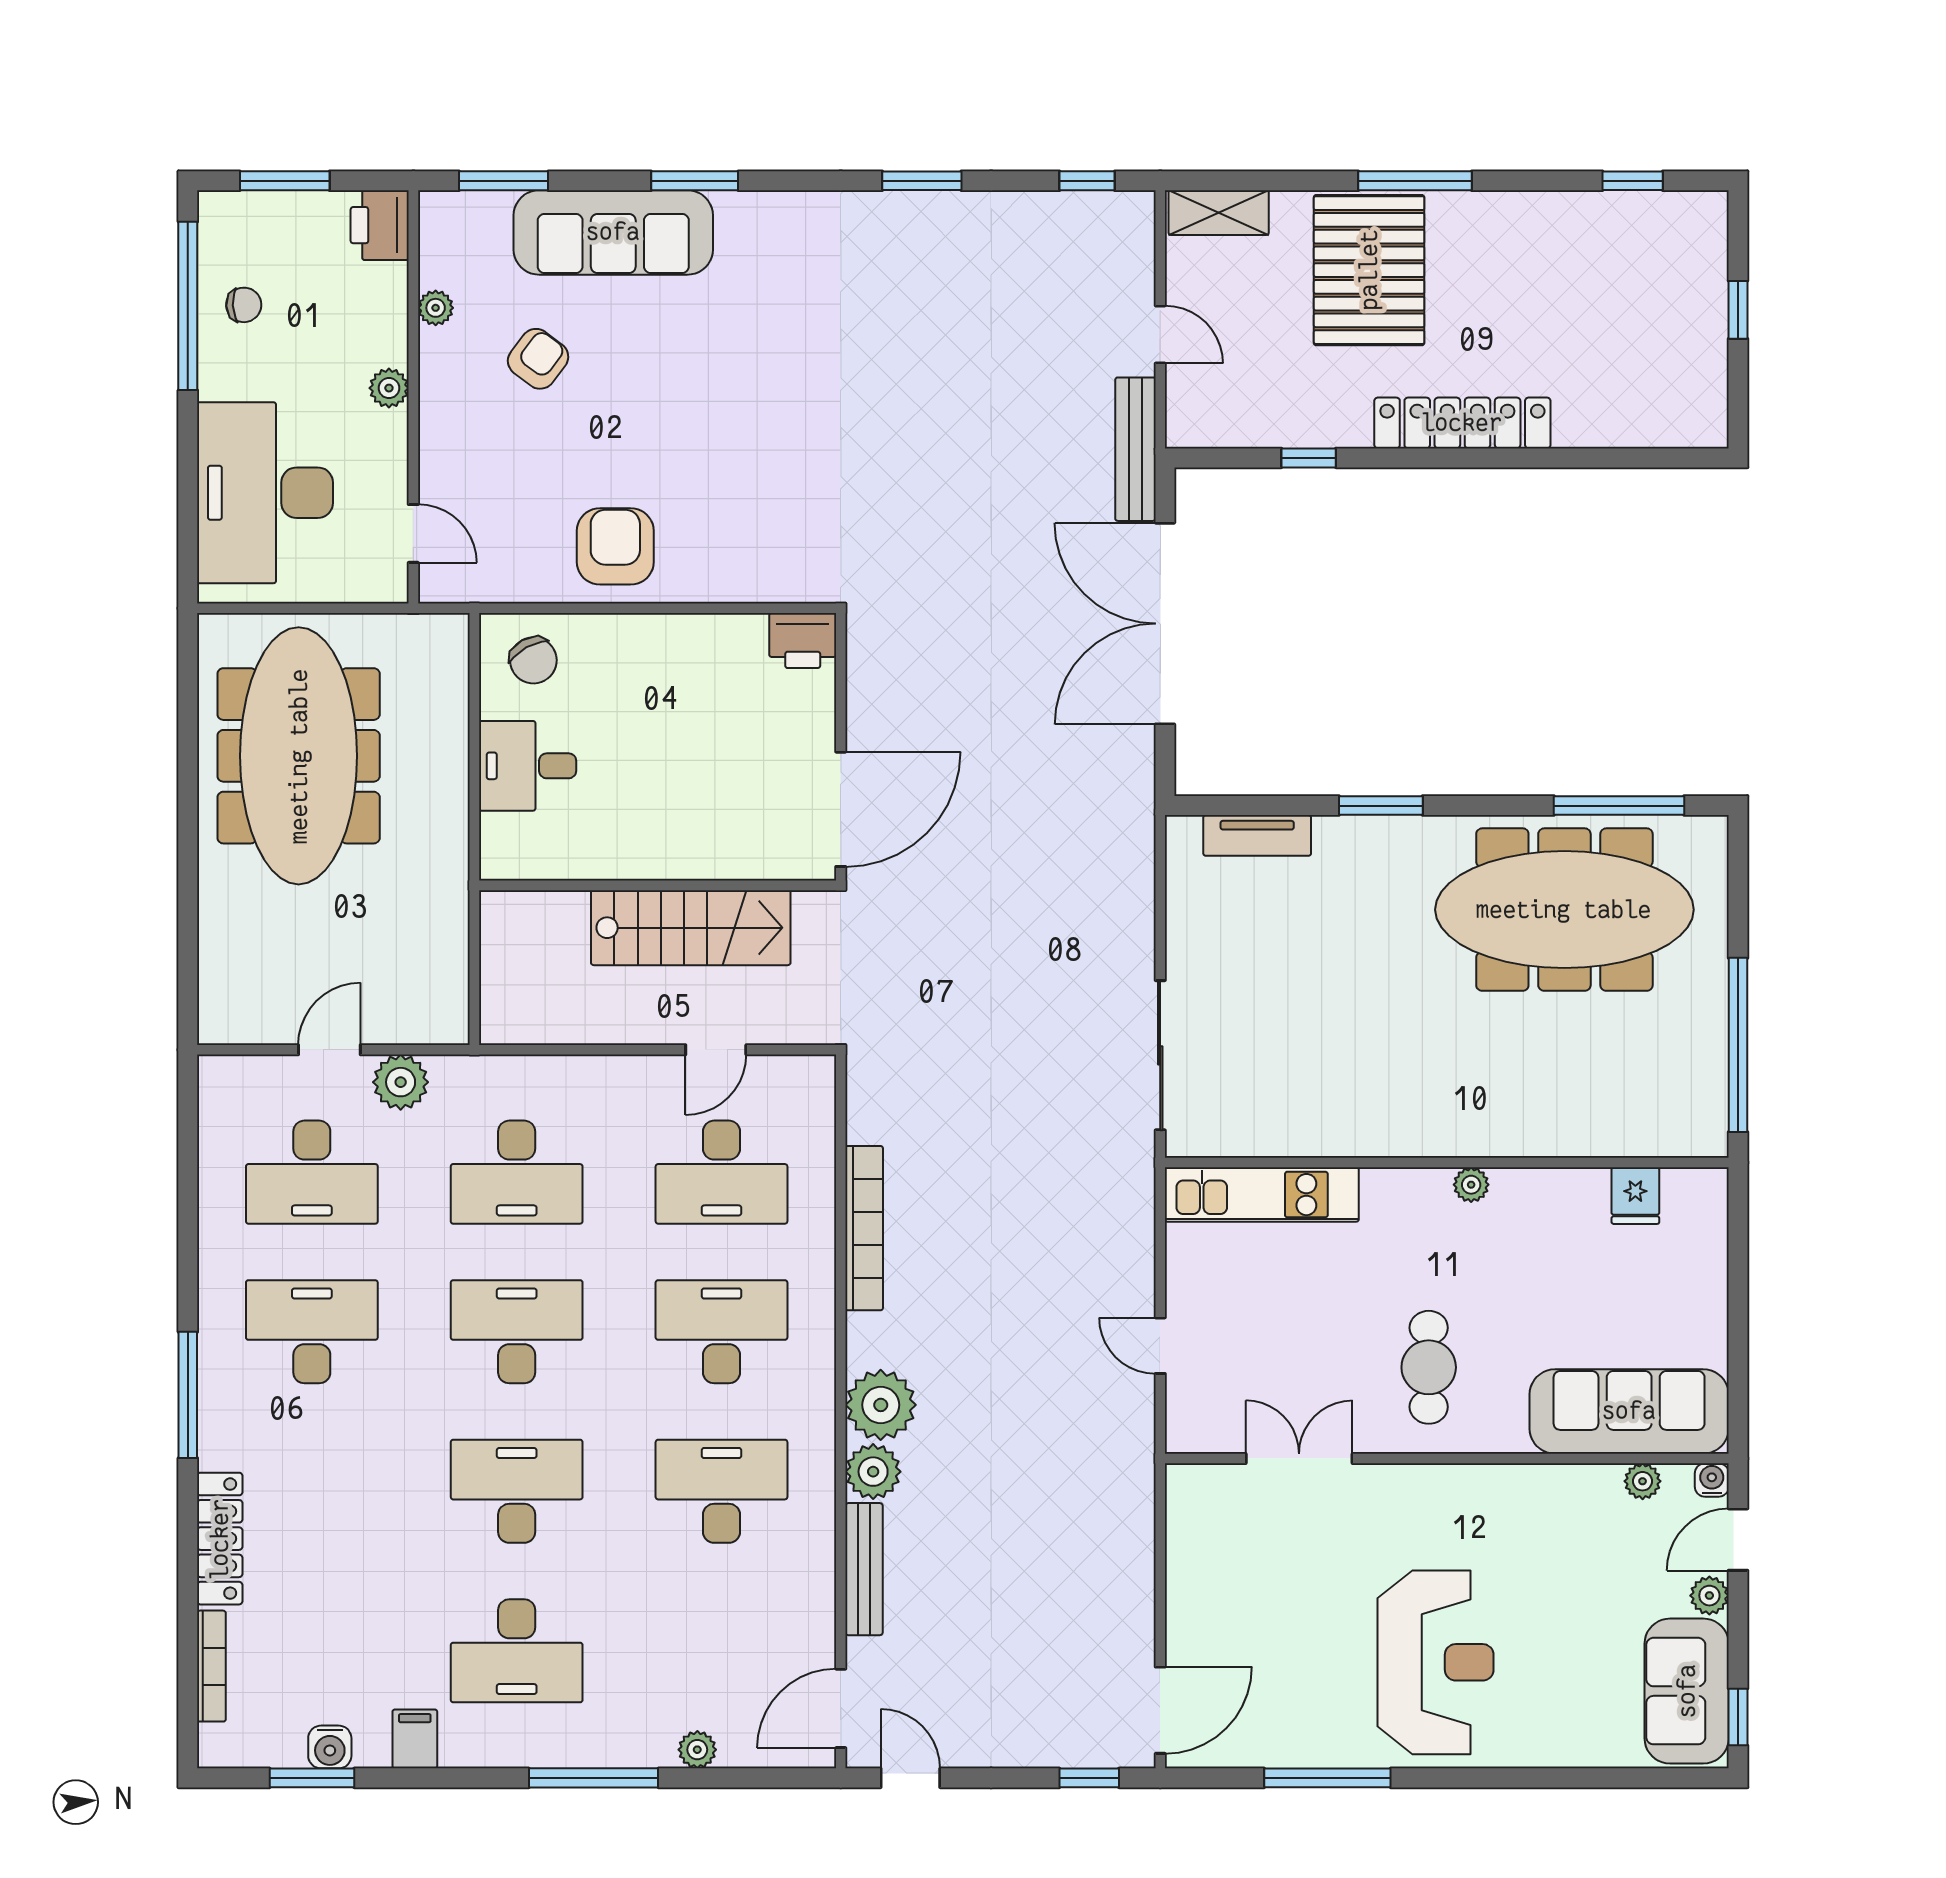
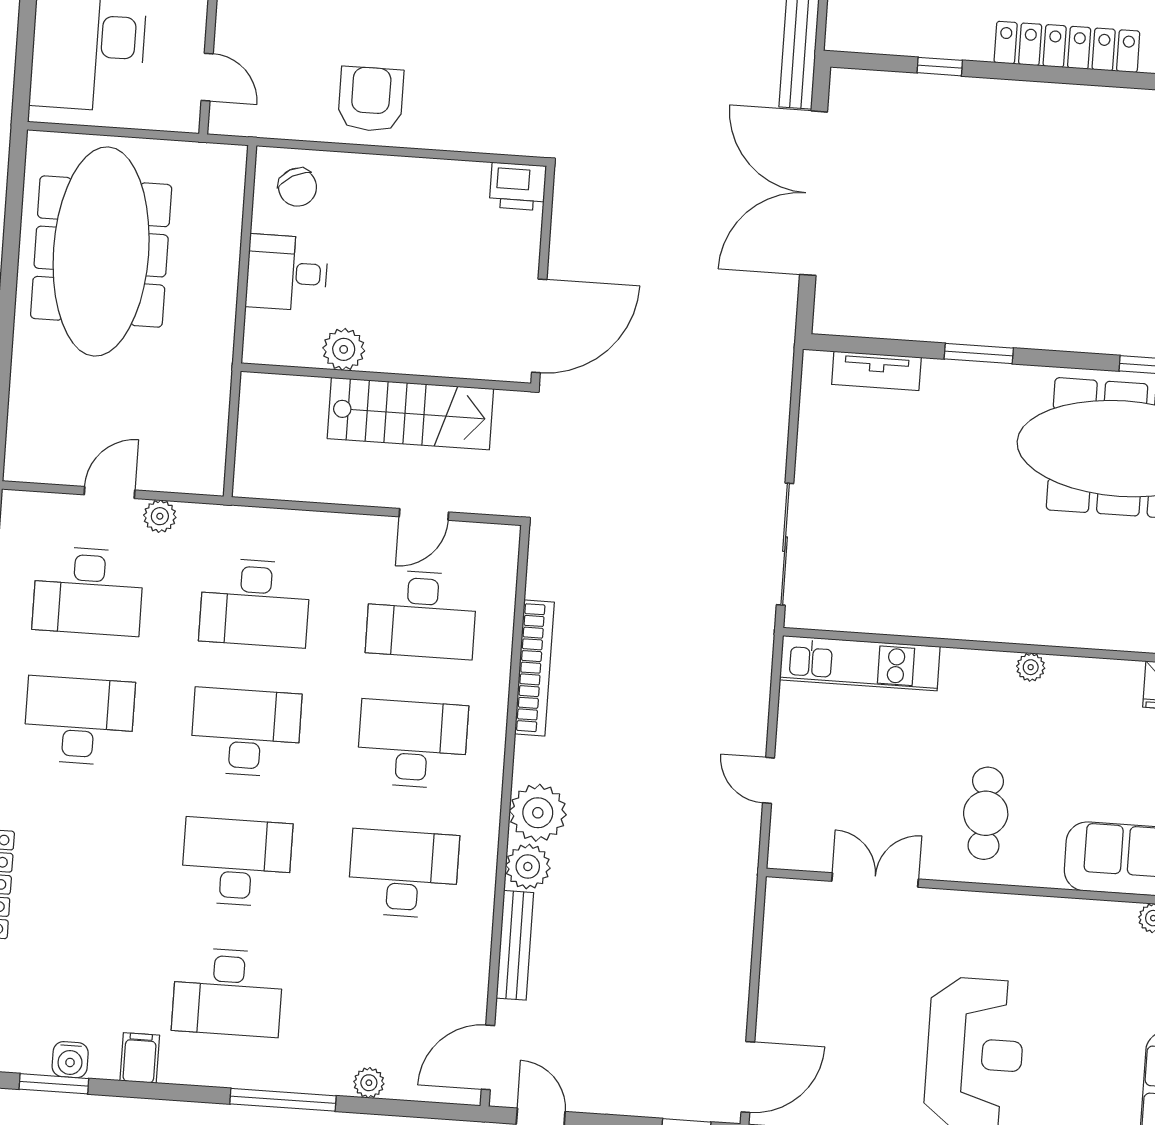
plant: (604, 855) -> (344, 349), added
plant: (401, 1082) -> (160, 516), width x0.73, depth x0.73

